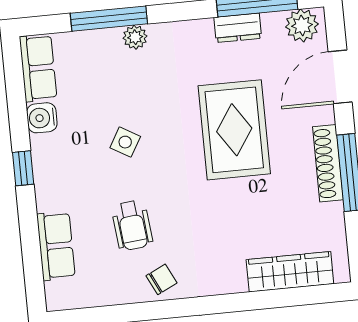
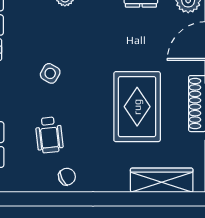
rug: (234, 130) -> (137, 107), moved

